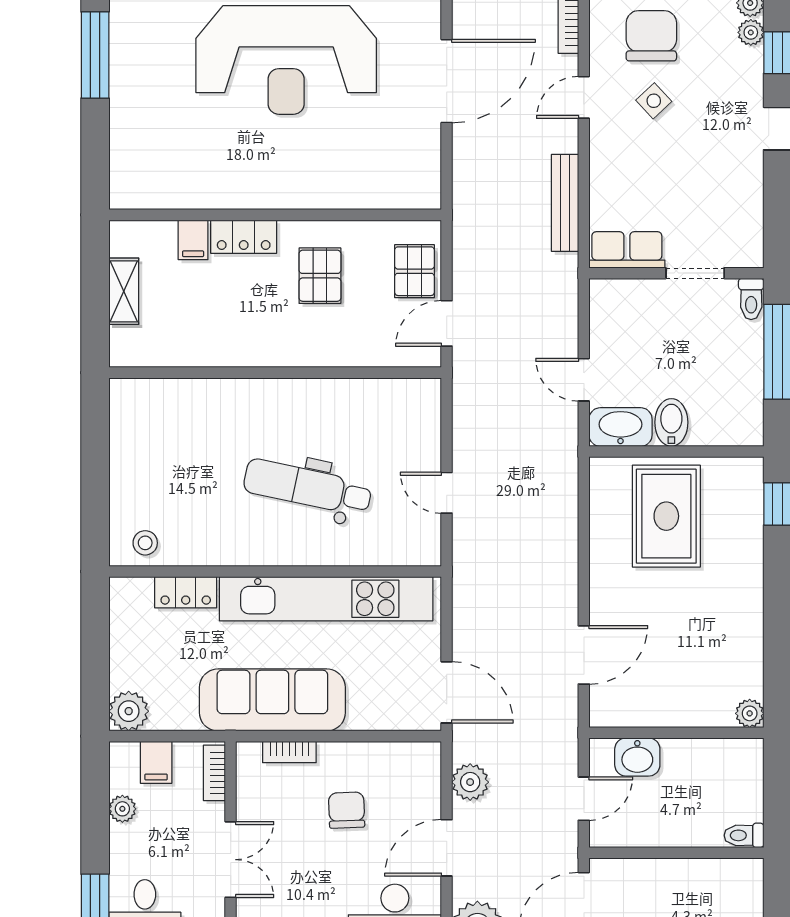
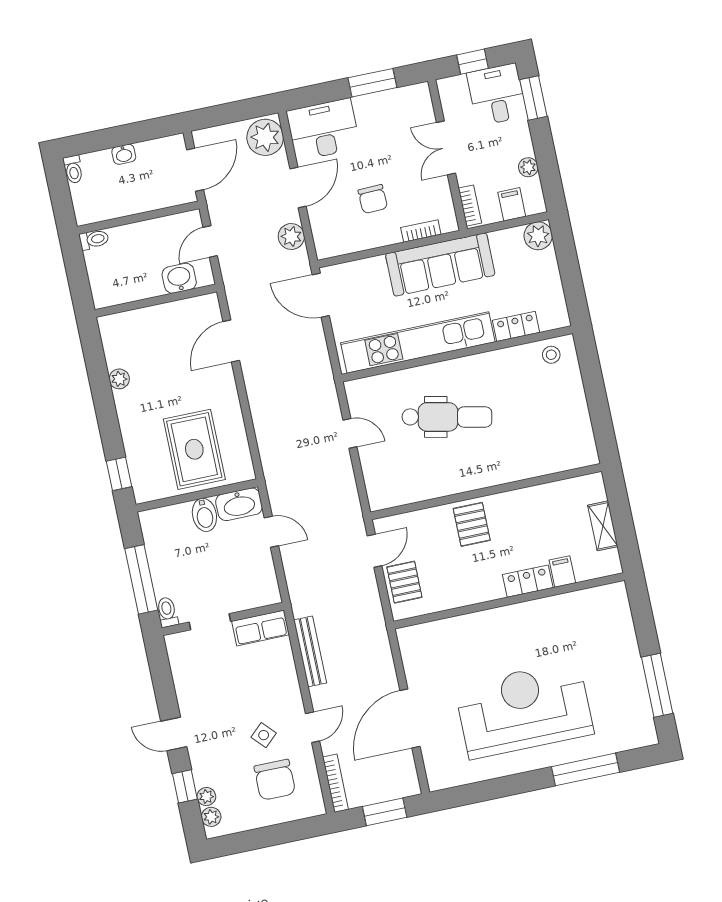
pallet: (320, 276) -> (472, 524), moved
plant: (750, 713) -> (119, 379), moved

